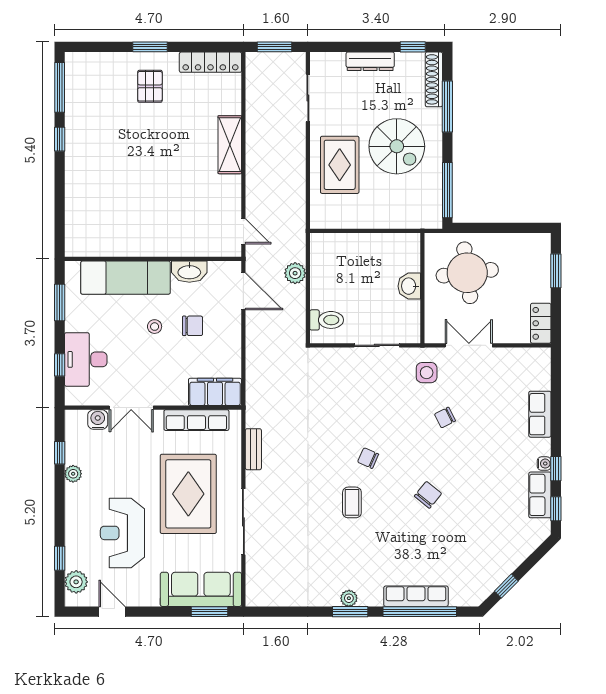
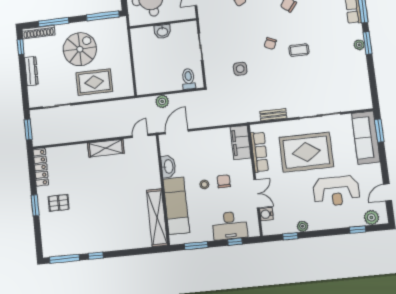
shelving: (230, 145) -> (106, 148), moved
shelving: (110, 245) -> (157, 218), added
chair: (193, 326) -> (224, 181), moved
side table: (427, 373) -> (240, 69), moved

